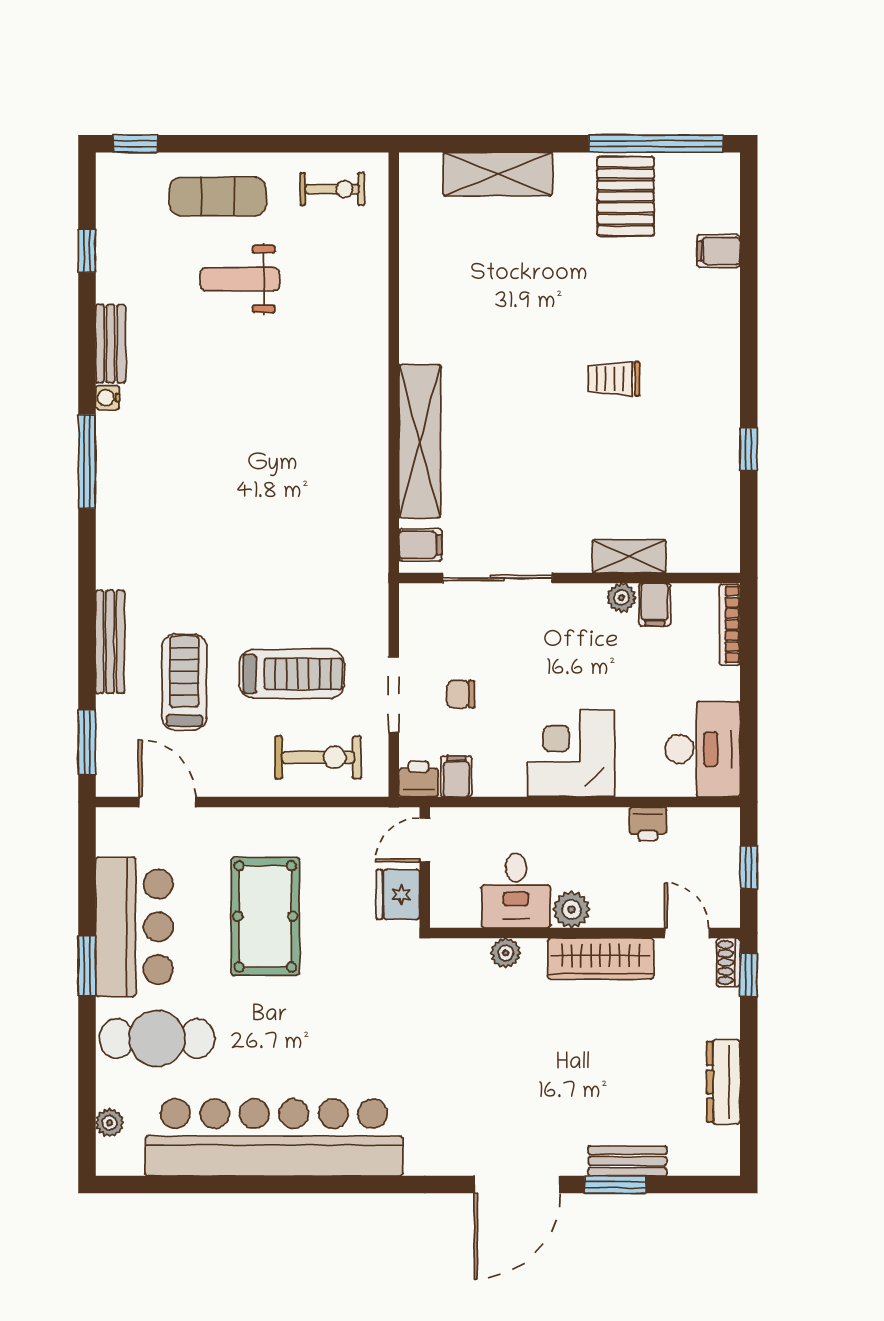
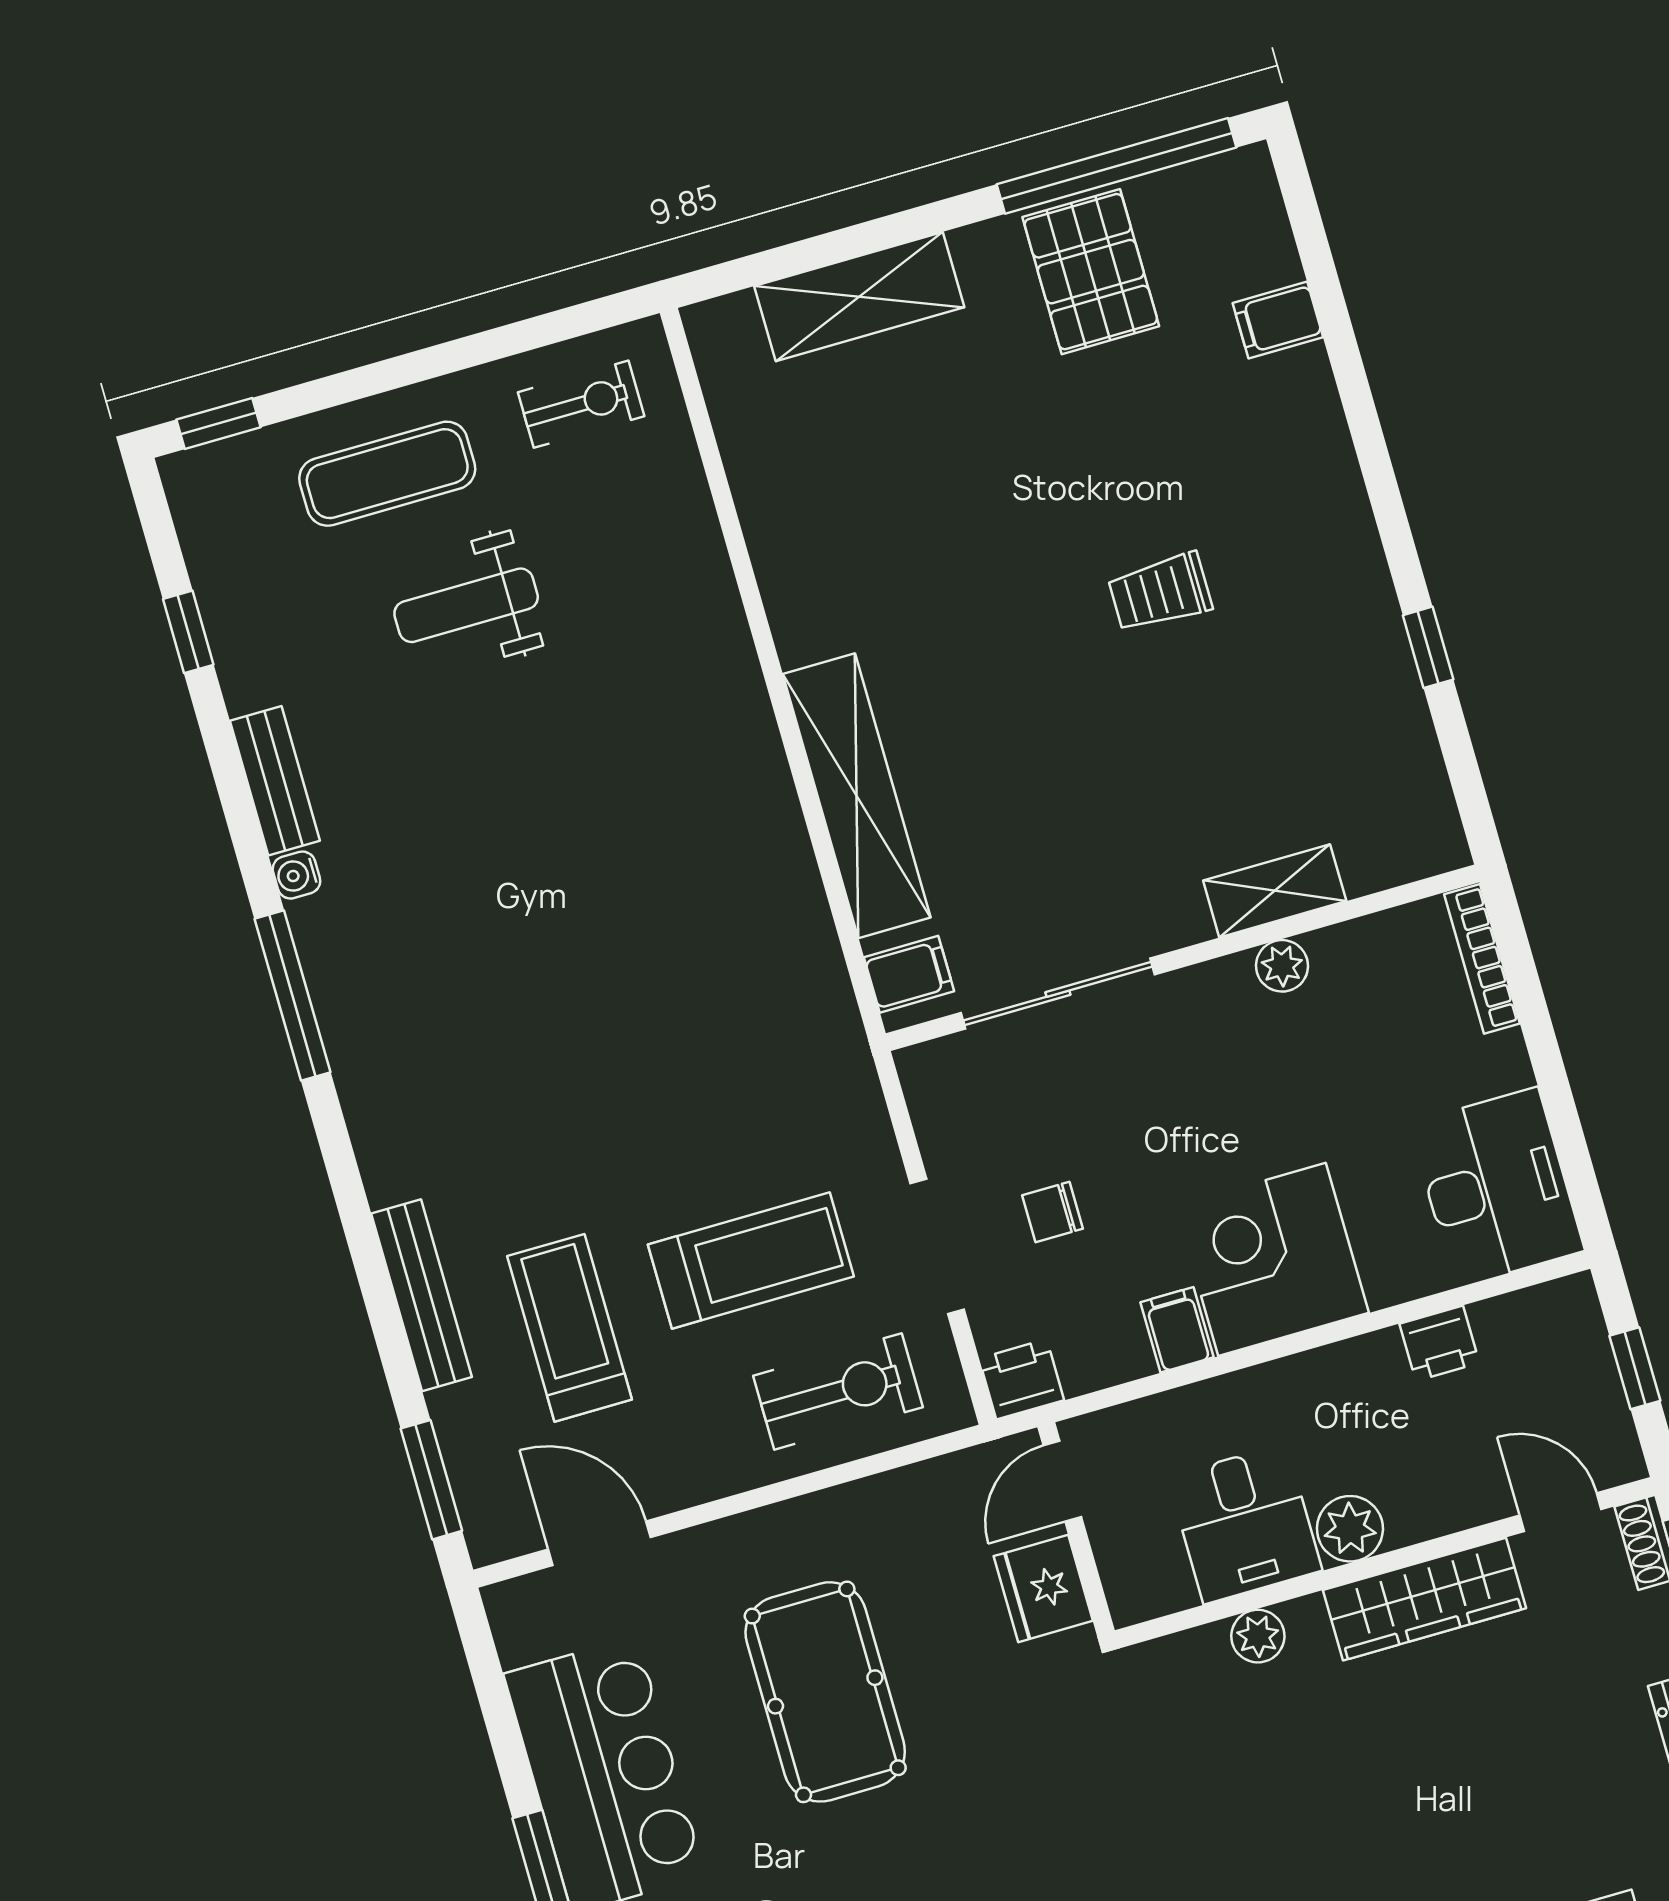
filing cabinet: (655, 604) -> (1343, 961), removed
filing cabinet: (456, 776) -> (1177, 1330), moved

